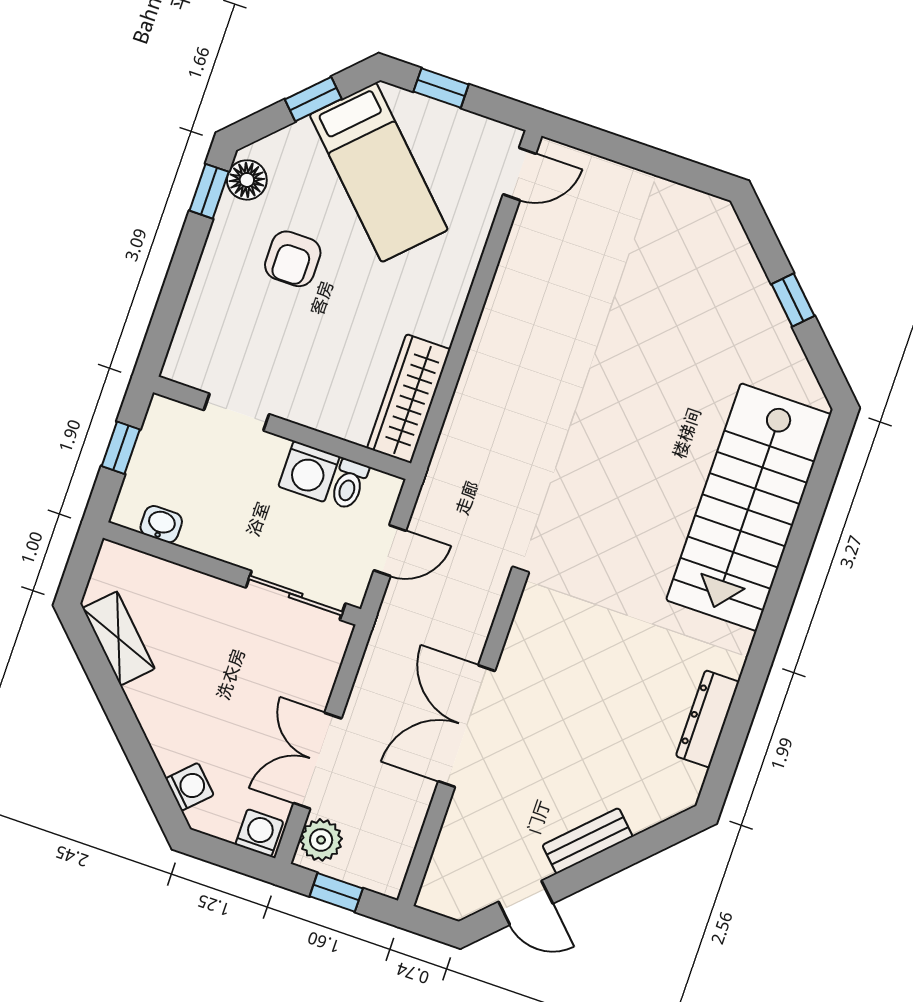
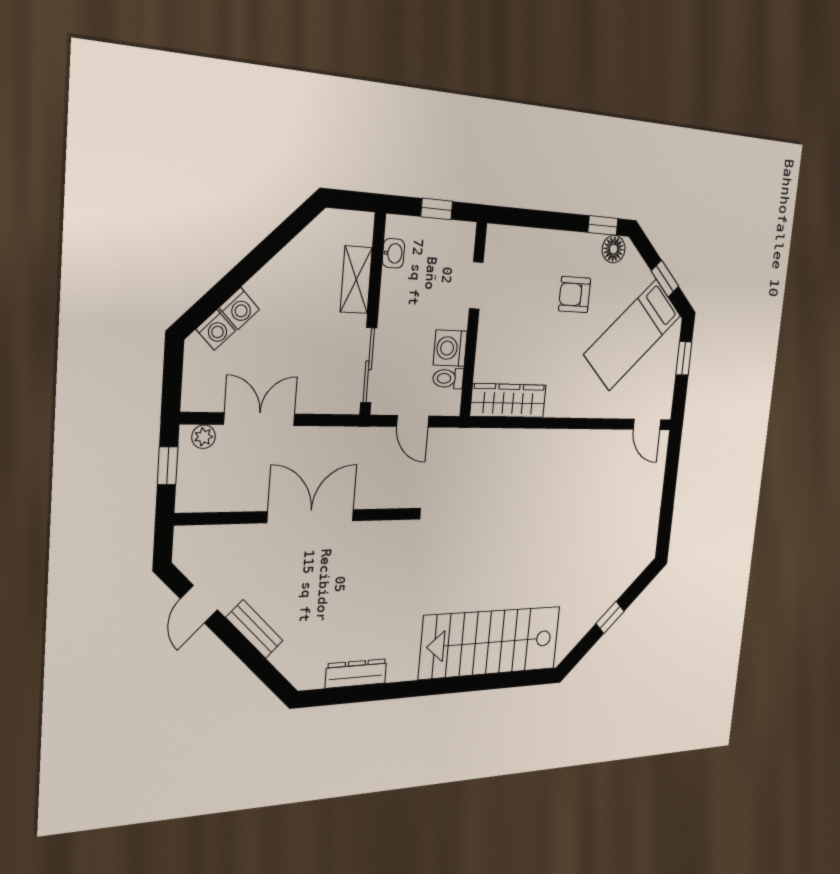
shelving: (119, 638) -> (356, 280), moved, turned -45
washing machine: (259, 833) -> (239, 309), moved, turned 45
plant: (321, 840) -> (204, 437), width x0.73, depth x0.73

